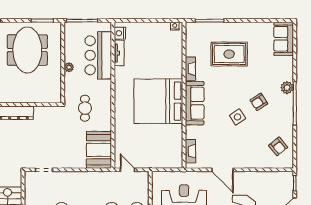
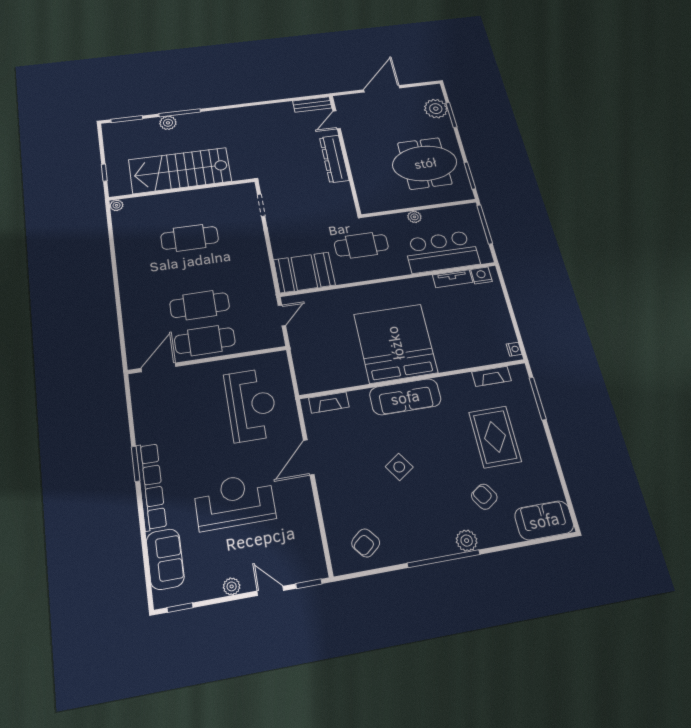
fireplace: (190, 69) -> (491, 376), moved
armchair: (259, 102) -> (484, 497), moved
cafe table: (85, 108) -> (361, 245), width x1.37, depth x1.35

